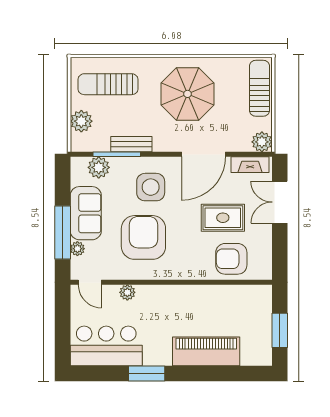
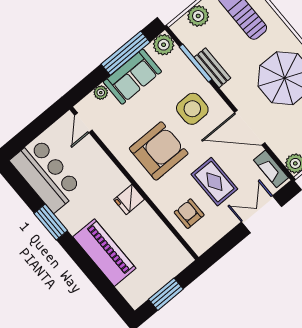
plant: (99, 167) -> (164, 45), moved
window: (63, 232) -> (125, 53), moved
armchair: (143, 237) -> (159, 151), moved
armchair: (231, 259) -> (189, 214), width x0.72, depth x0.72
plant: (127, 292) -> (99, 157), removed
fridge: (181, 297) -> (129, 199), added

